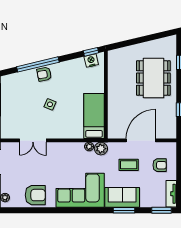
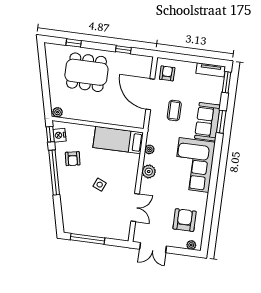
plant: (112, 56) -> (58, 112), added
window: (38, 64) -> (54, 173), moved
armchair: (44, 74) -> (73, 159), moved
plant: (101, 149) -> (149, 172), moved
armchair: (160, 165) -> (167, 73), moved
armchair: (35, 195) -> (185, 220), moved

